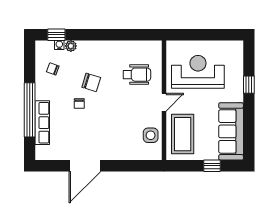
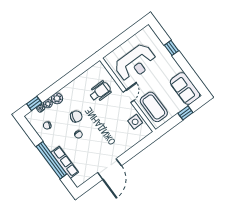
plant: (85, 48) -> (57, 98), added
reception desk: (198, 72) -> (135, 63), turned 180
sofa: (231, 131) -> (185, 88), width x0.73

